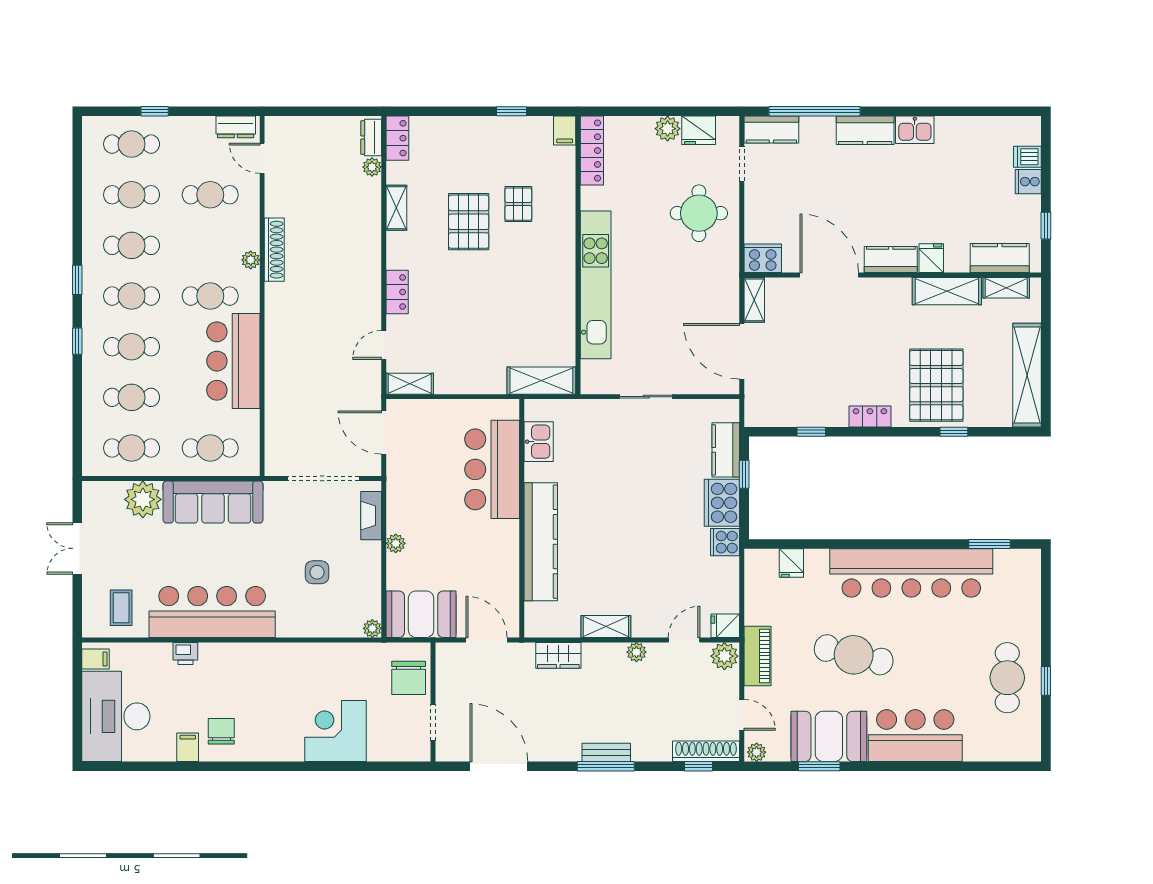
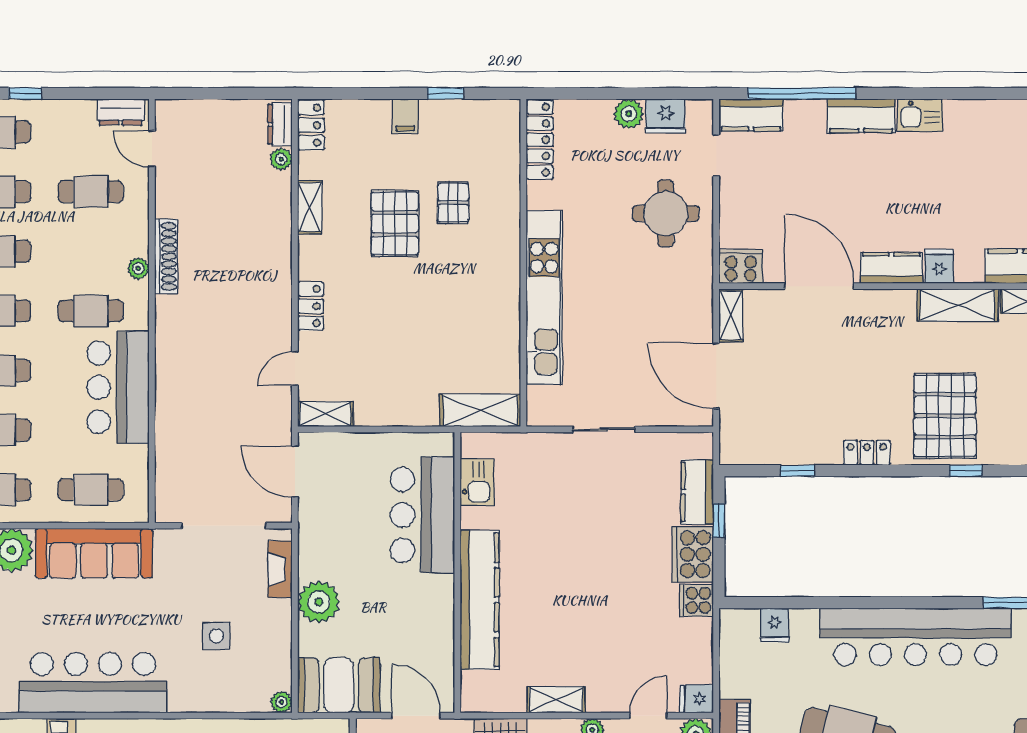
filing cabinet: (565, 131) -> (405, 116), moved
plant: (396, 543) -> (319, 602), width x1.87, depth x1.87

